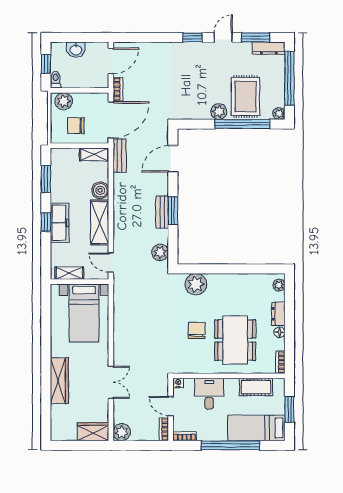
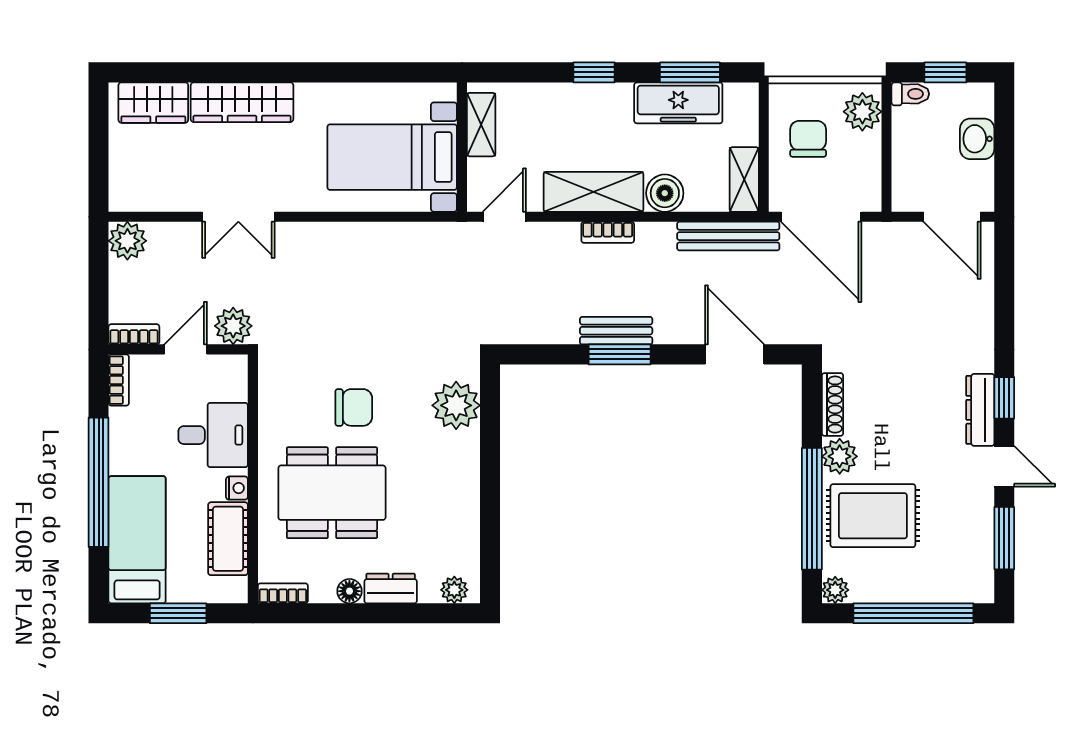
dresser: (269, 48) -> (980, 410), moved
bookcase: (118, 89) -> (608, 232), moved
shoe rack: (195, 115) -> (832, 404), added
bench: (120, 156) -> (728, 236), width x1.36
freezer: (60, 223) -> (678, 103), moved
plant: (160, 252) -> (233, 326), moved
nightstand: (178, 383) -> (237, 488), moved
wardrobe: (93, 432) -> (153, 103), moved, turned 90

